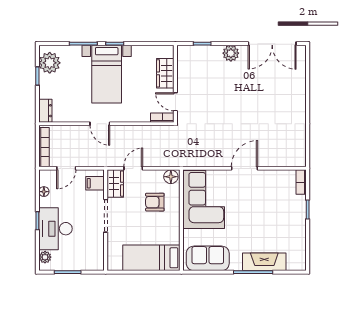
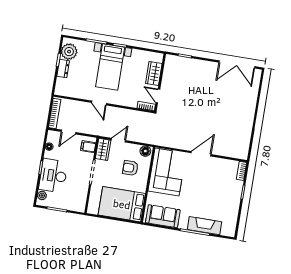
plant: (231, 53) -> (205, 67), removed
dresser: (45, 111) -> (63, 69), moved
bed: (151, 258) -> (122, 204), width x1.50

